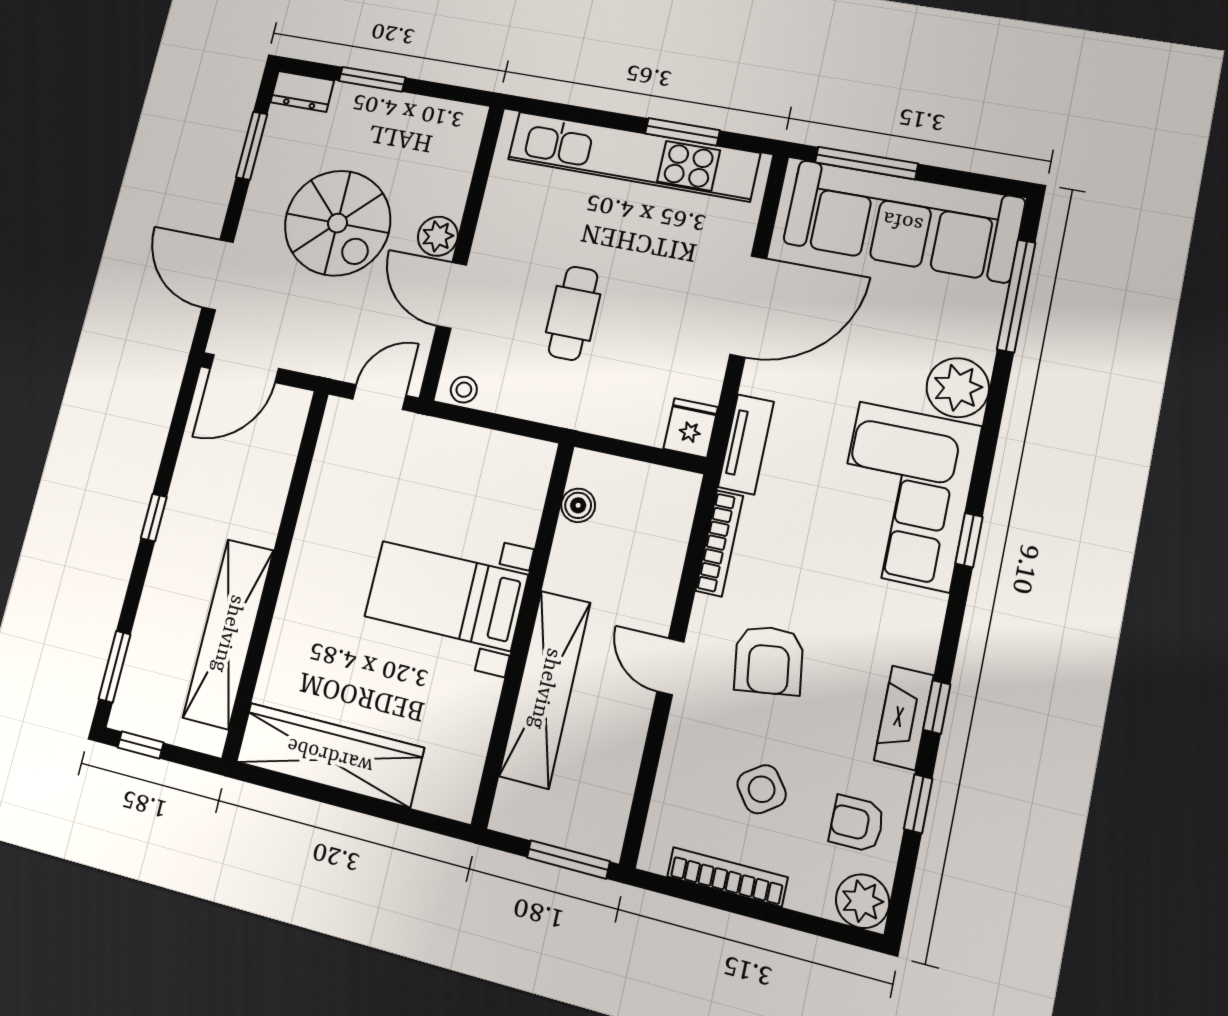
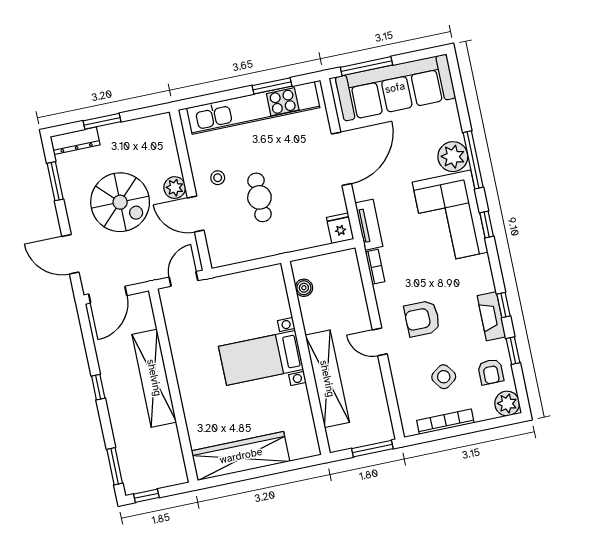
dresser: (302, 91) -> (75, 141), width x1.44
window: (1016, 296) -> (473, 160), moved
stool: (464, 390) -> (218, 178), moved
bookcase: (719, 543) -> (375, 267), width x0.64
shelving: (228, 634) -> (154, 378), moved
armchair: (769, 660) -> (422, 319), turned 98
armchair: (857, 824) -> (491, 372), turned -90

